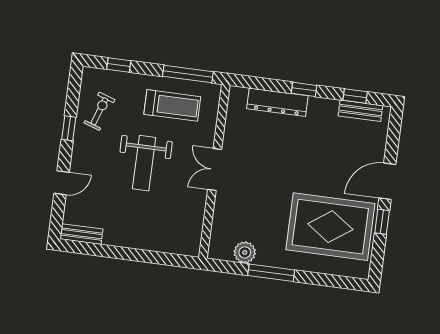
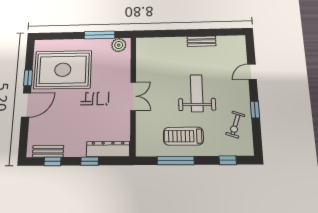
double door: (215, 169) -> (133, 96), moved
wall: (214, 171) -> (133, 95), moved
bench: (81, 234) -> (201, 41), moved

